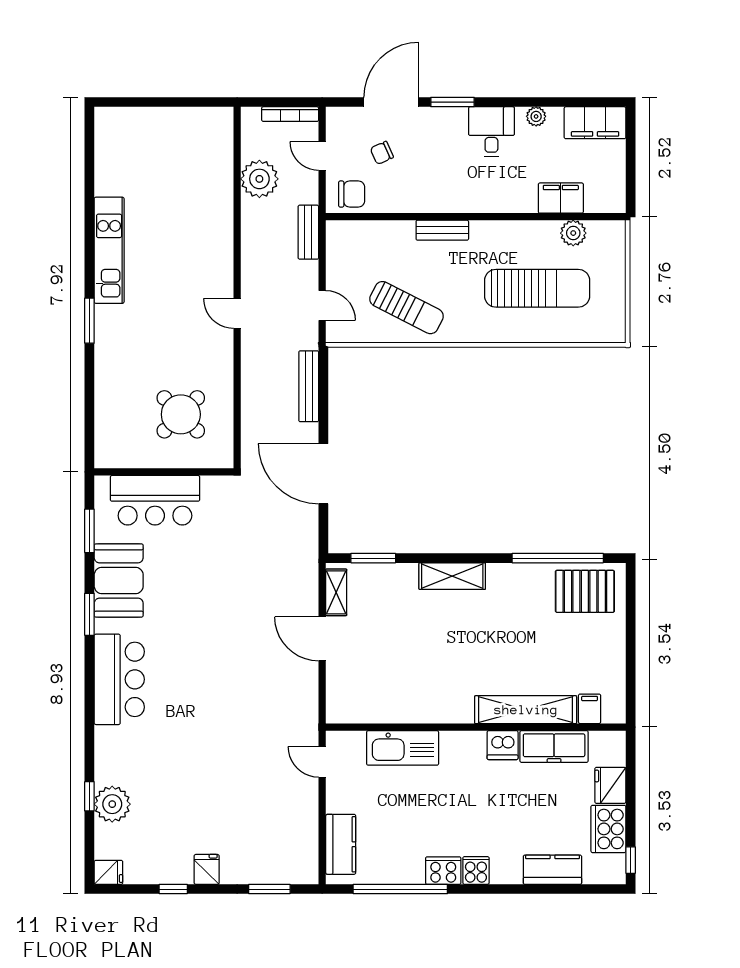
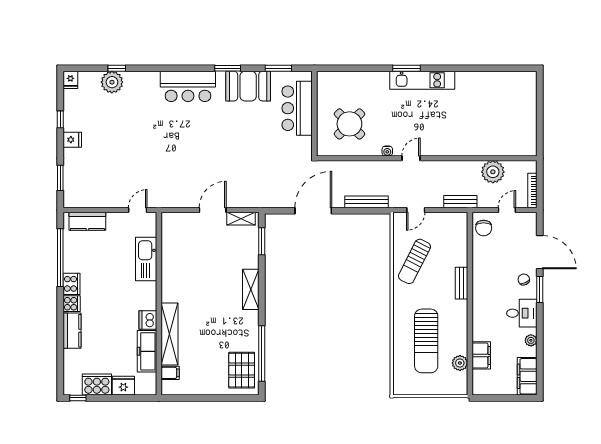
chair: (382, 153) -> (524, 279), moved
kitchen unit: (109, 250) -> (422, 80), moved
water cooler: (225, 352) -> (387, 151), added
kitchen counter: (552, 870) -> (72, 331), moved

